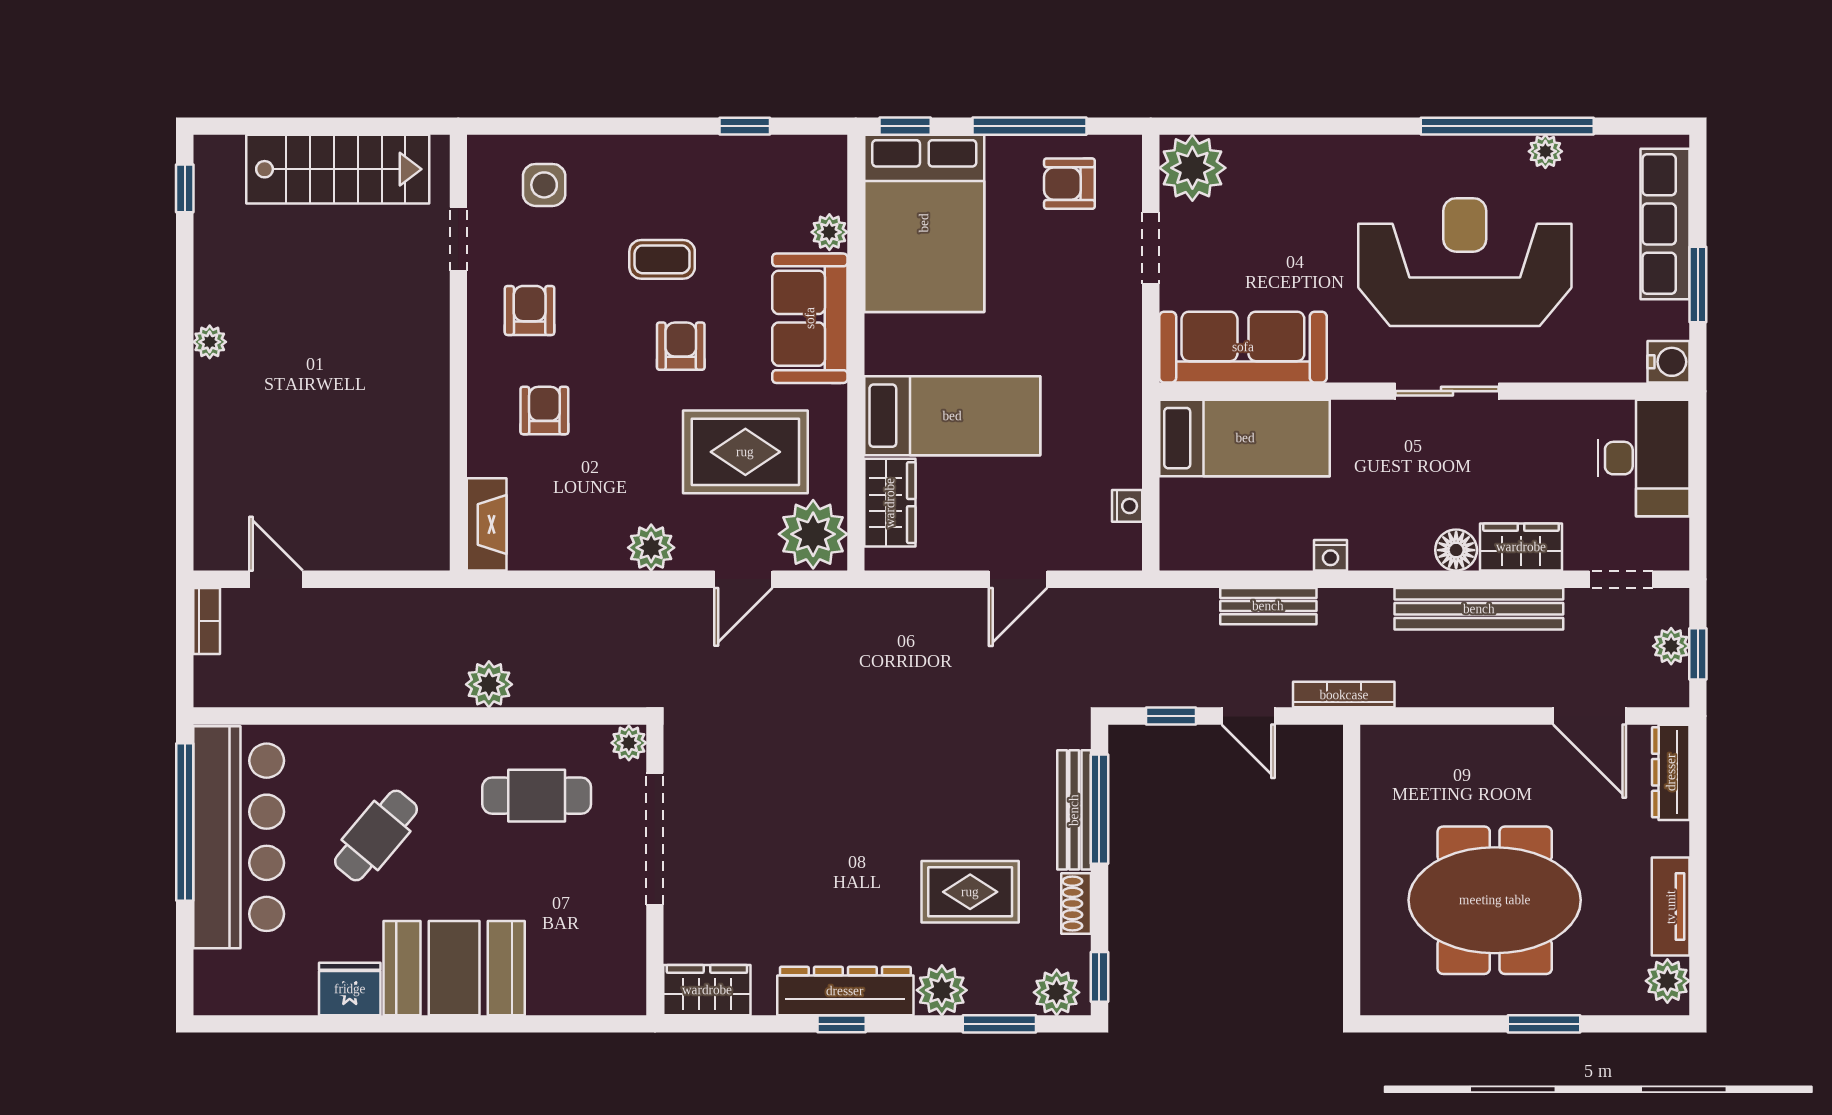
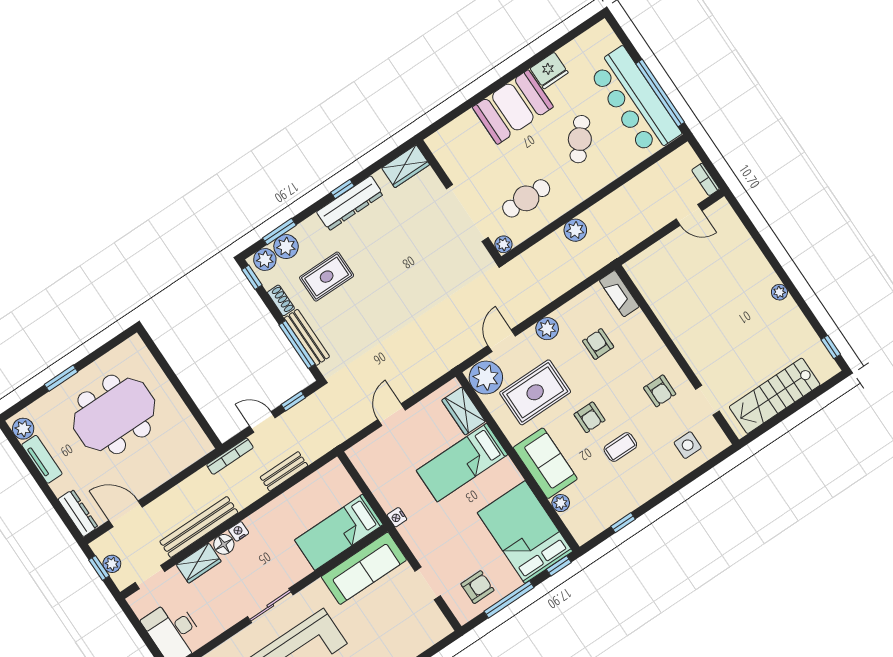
plant: (1192, 168) -> (432, 627), removed
armchair: (544, 411) -> (598, 344), moved, turned 180
nightstand: (1127, 506) -> (397, 517), moved
nightstand: (1331, 555) -> (239, 531), moved
plant: (942, 990) -> (286, 247), moved

